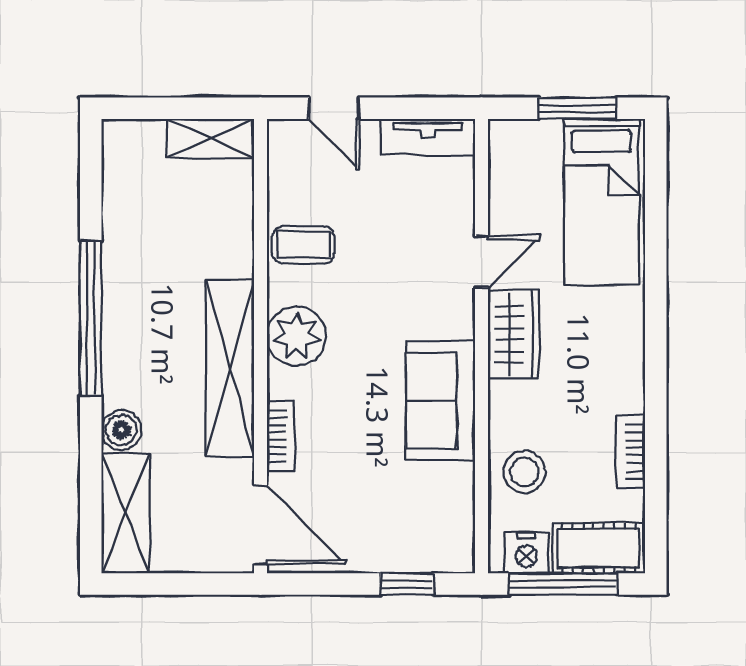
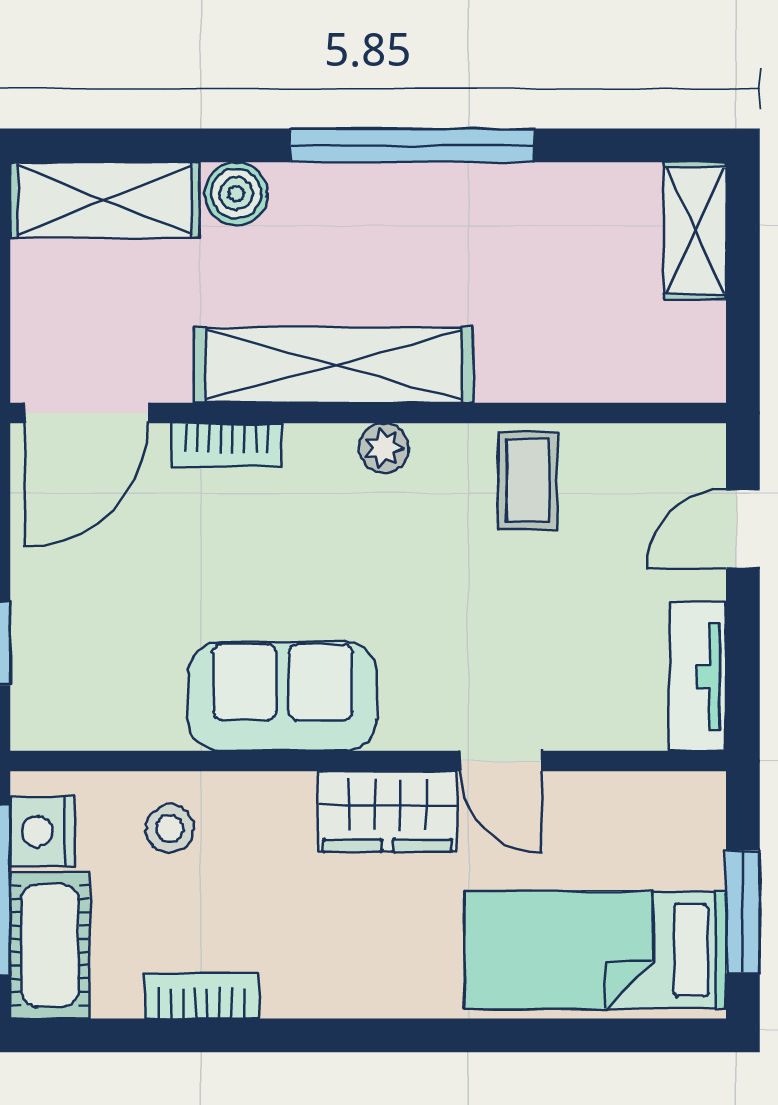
shelving: (211, 138) -> (695, 231), moved
plant: (297, 336) -> (384, 448), width x0.53, depth x0.53
stool: (524, 472) -> (170, 828), width x0.73, depth x0.73

